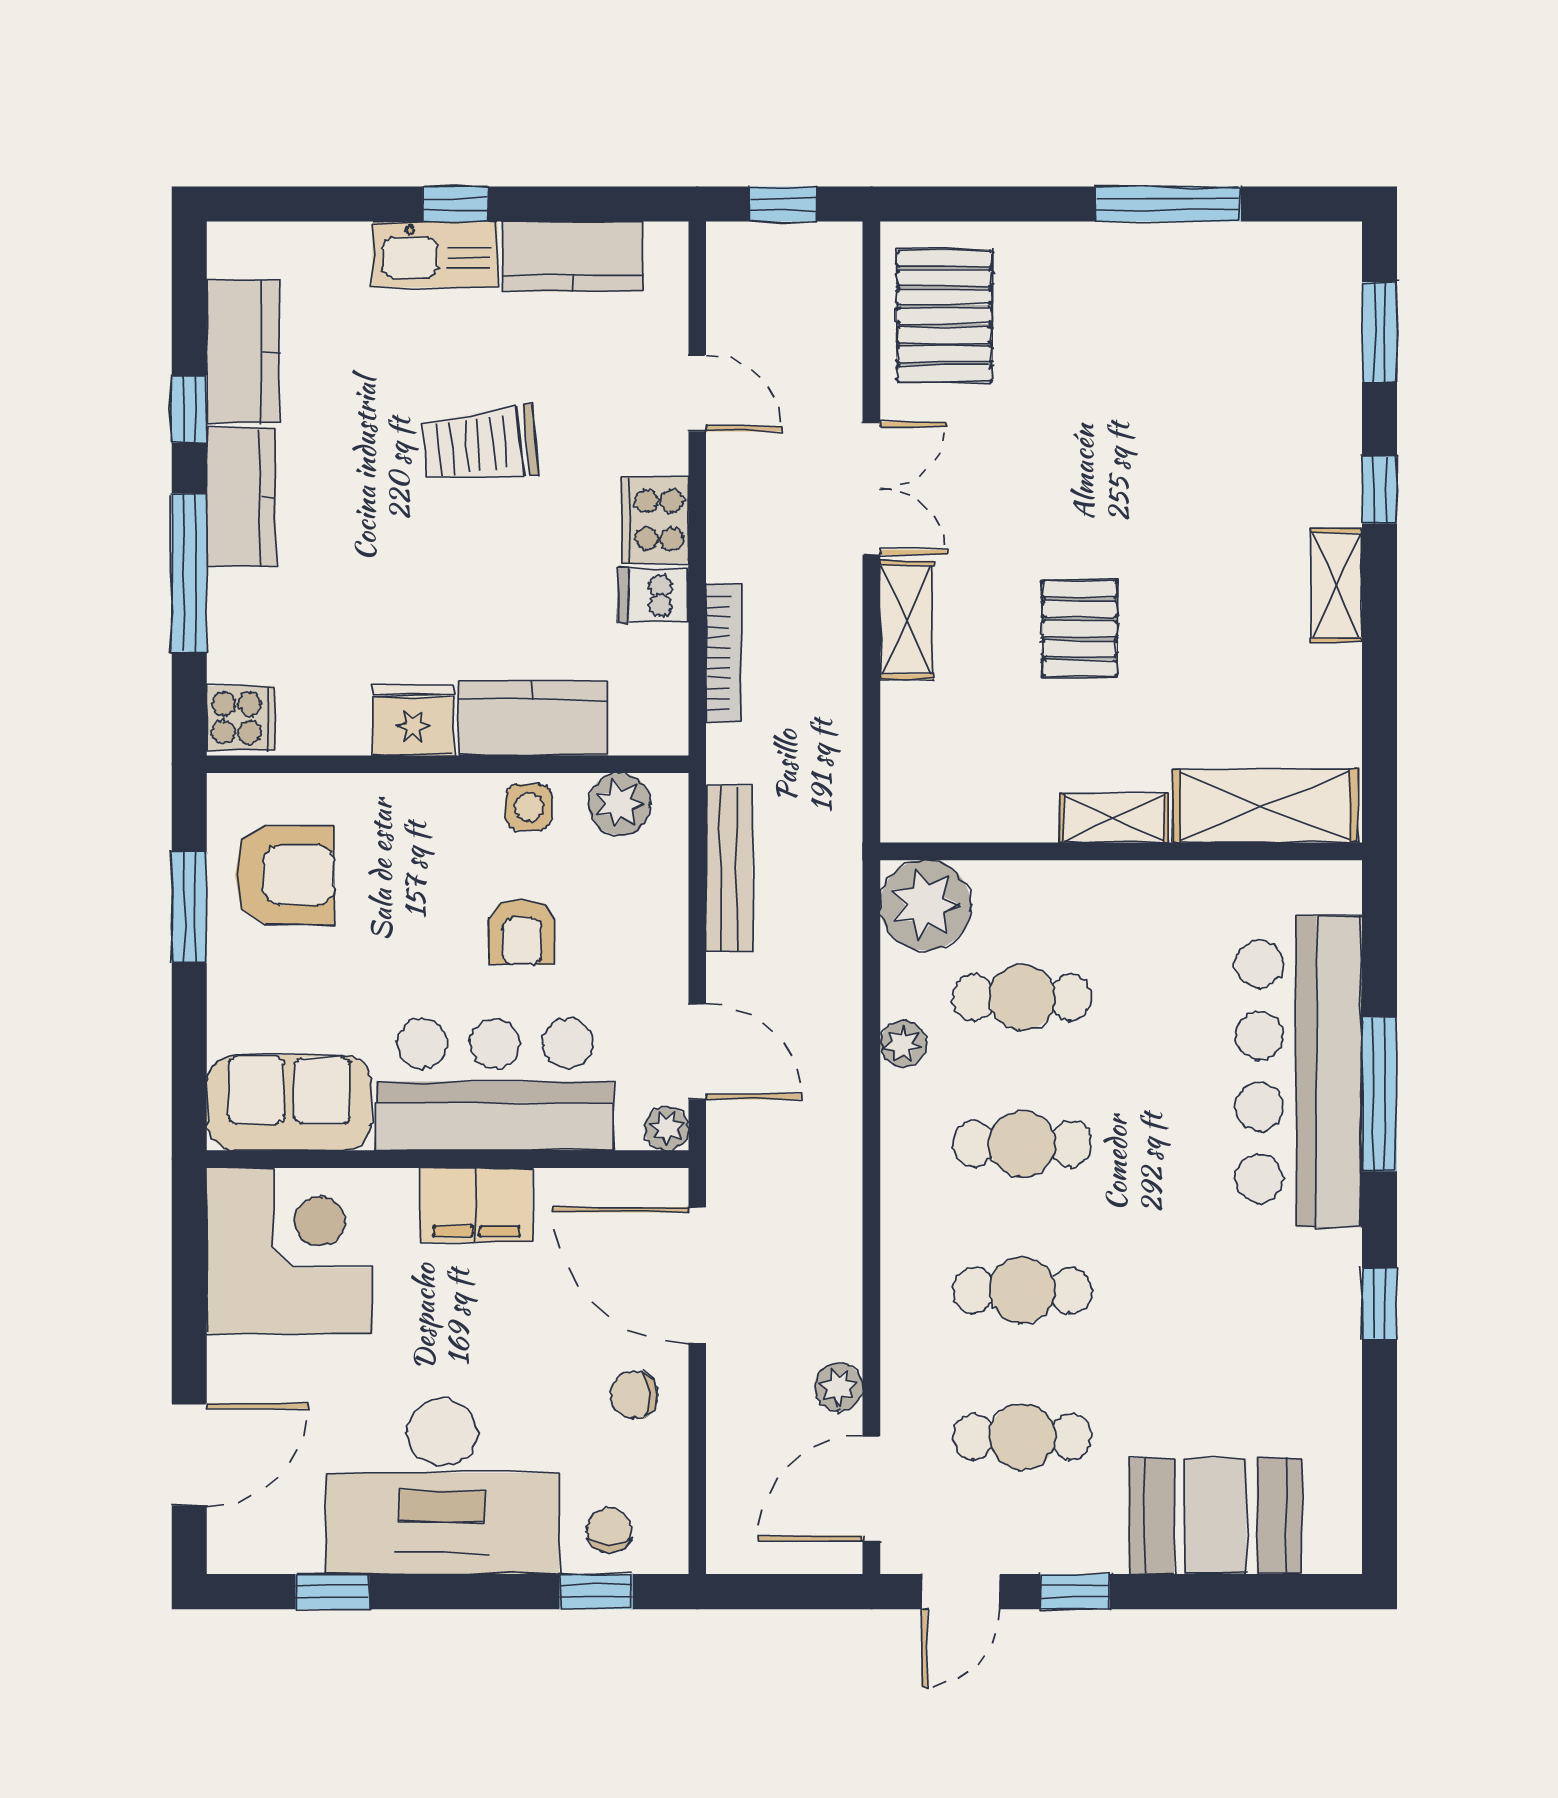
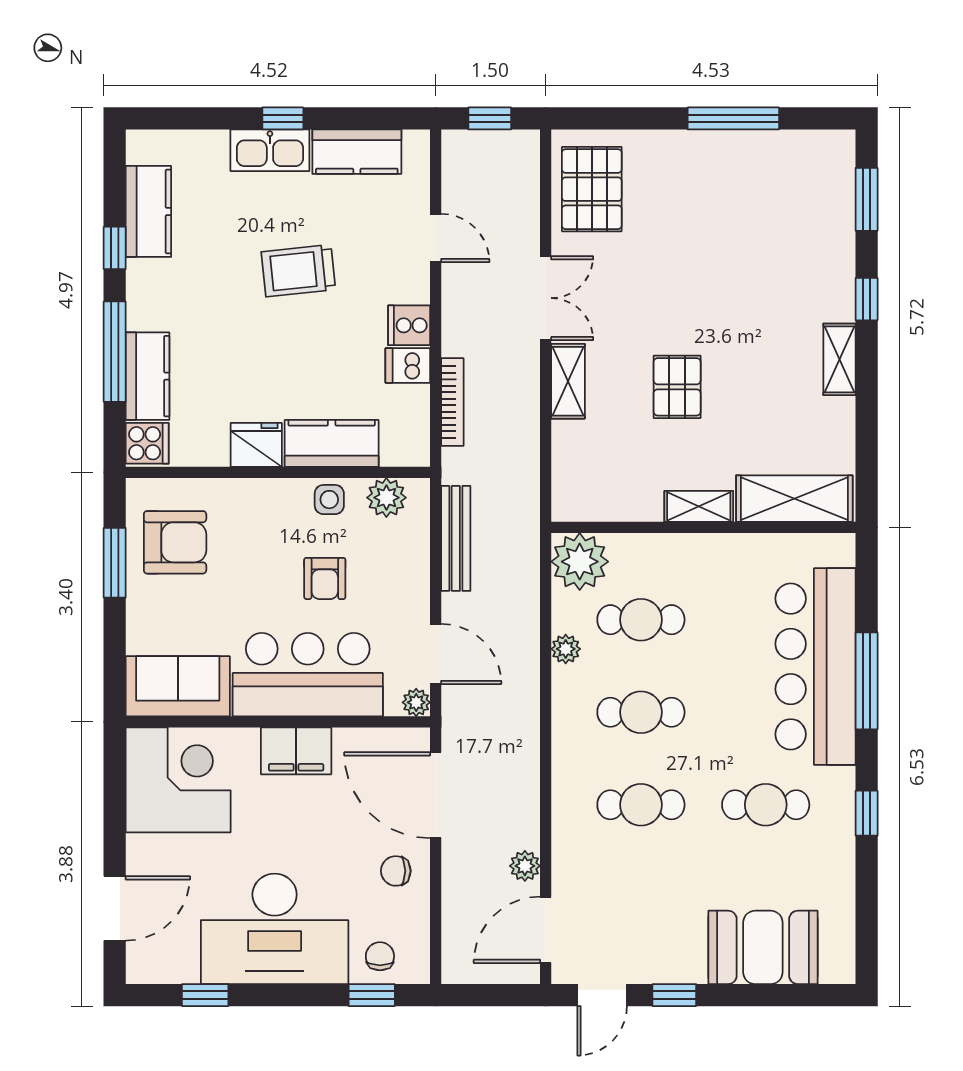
kitchen counter: (241, 497) -> (148, 376), moved
cooker: (655, 520) -> (409, 325), width x0.73
cafe table: (1022, 1437) -> (766, 805), moved

